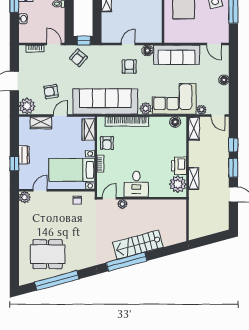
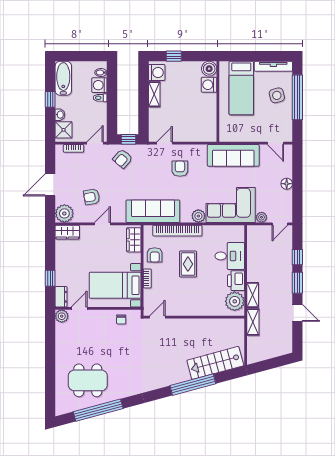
shower: (26, 32) -> (64, 130), added
door: (54, 44) -> (95, 143), hinge flipped
door: (128, 44) -> (165, 143), moved
floor lamp: (147, 50) -> (200, 151), removed
sofa: (105, 102) -> (153, 211), width x0.74, depth x0.79
door: (218, 115) -> (280, 224), hinge flipped
floor lamp: (175, 122) -> (232, 231), removed
wardrobe: (41, 123) -> (67, 232), moved
shelving: (194, 128) -> (253, 322), moved
rug: (136, 151) -> (188, 264), added
dresser: (24, 155) -> (61, 297), moved
desk: (136, 184) -> (230, 256), moved, turned -90
plant: (122, 204) -> (172, 324), removed
stairs: (138, 245) -> (215, 363), moved
window: (127, 262) -> (193, 385), moved

